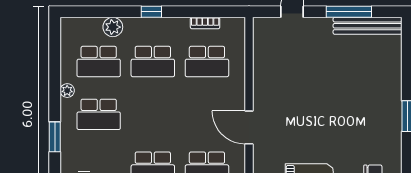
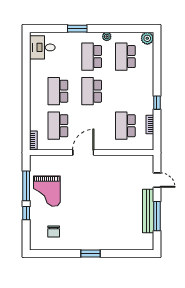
window: (151, 12) -> (157, 103), moved
bench: (368, 26) -> (148, 211), moved
plant: (113, 27) -> (147, 38), moved
school desk: (153, 61) -> (92, 91), moved

